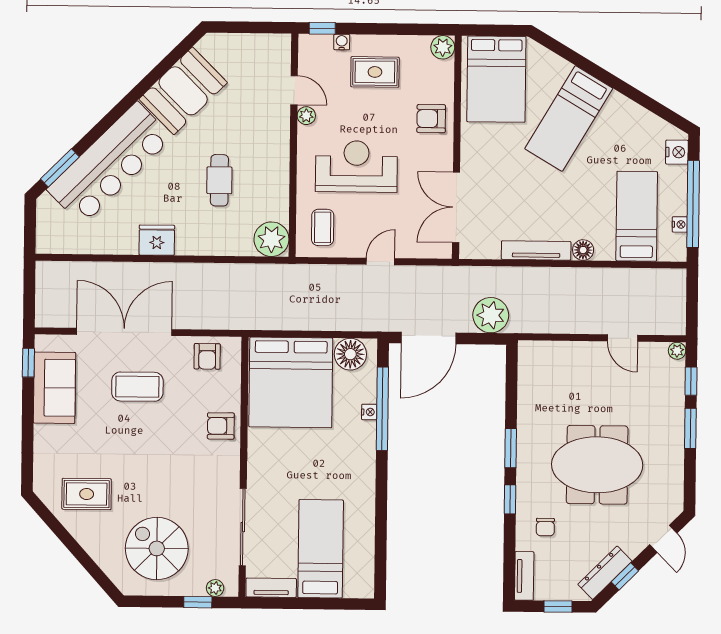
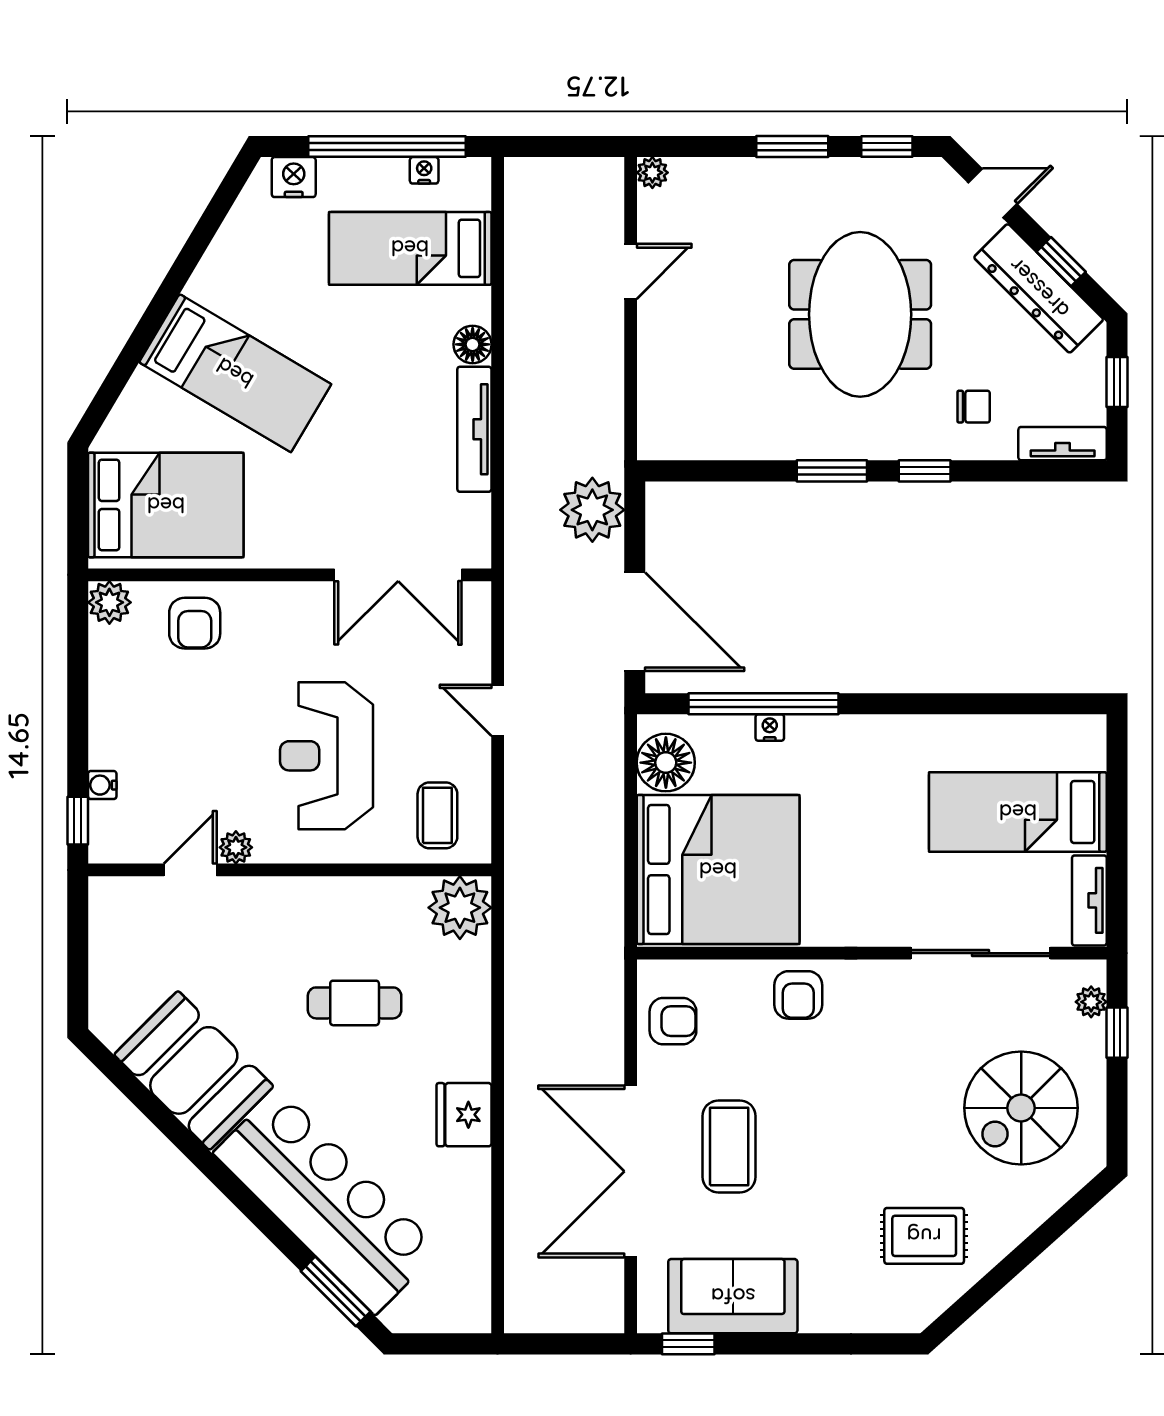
rug: (375, 72) -> (155, 724), removed
armchair: (431, 119) -> (195, 623), moved
coffee table: (323, 227) -> (437, 815), turned 90
window: (691, 381) -> (887, 147), moved
rug: (87, 494) -> (924, 1236), turned 90
dresser: (605, 573) -> (1039, 288), width x1.37, depth x1.24

